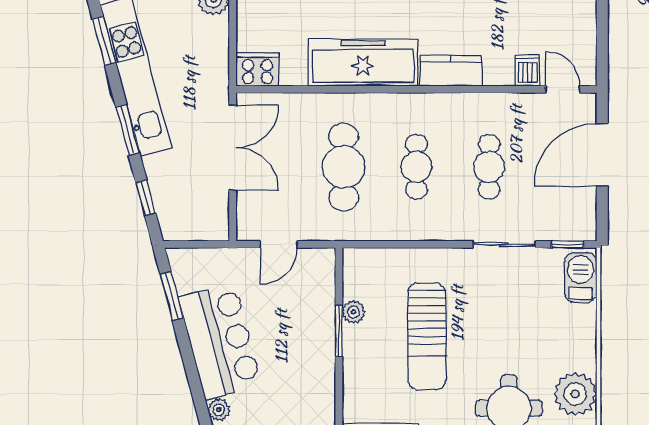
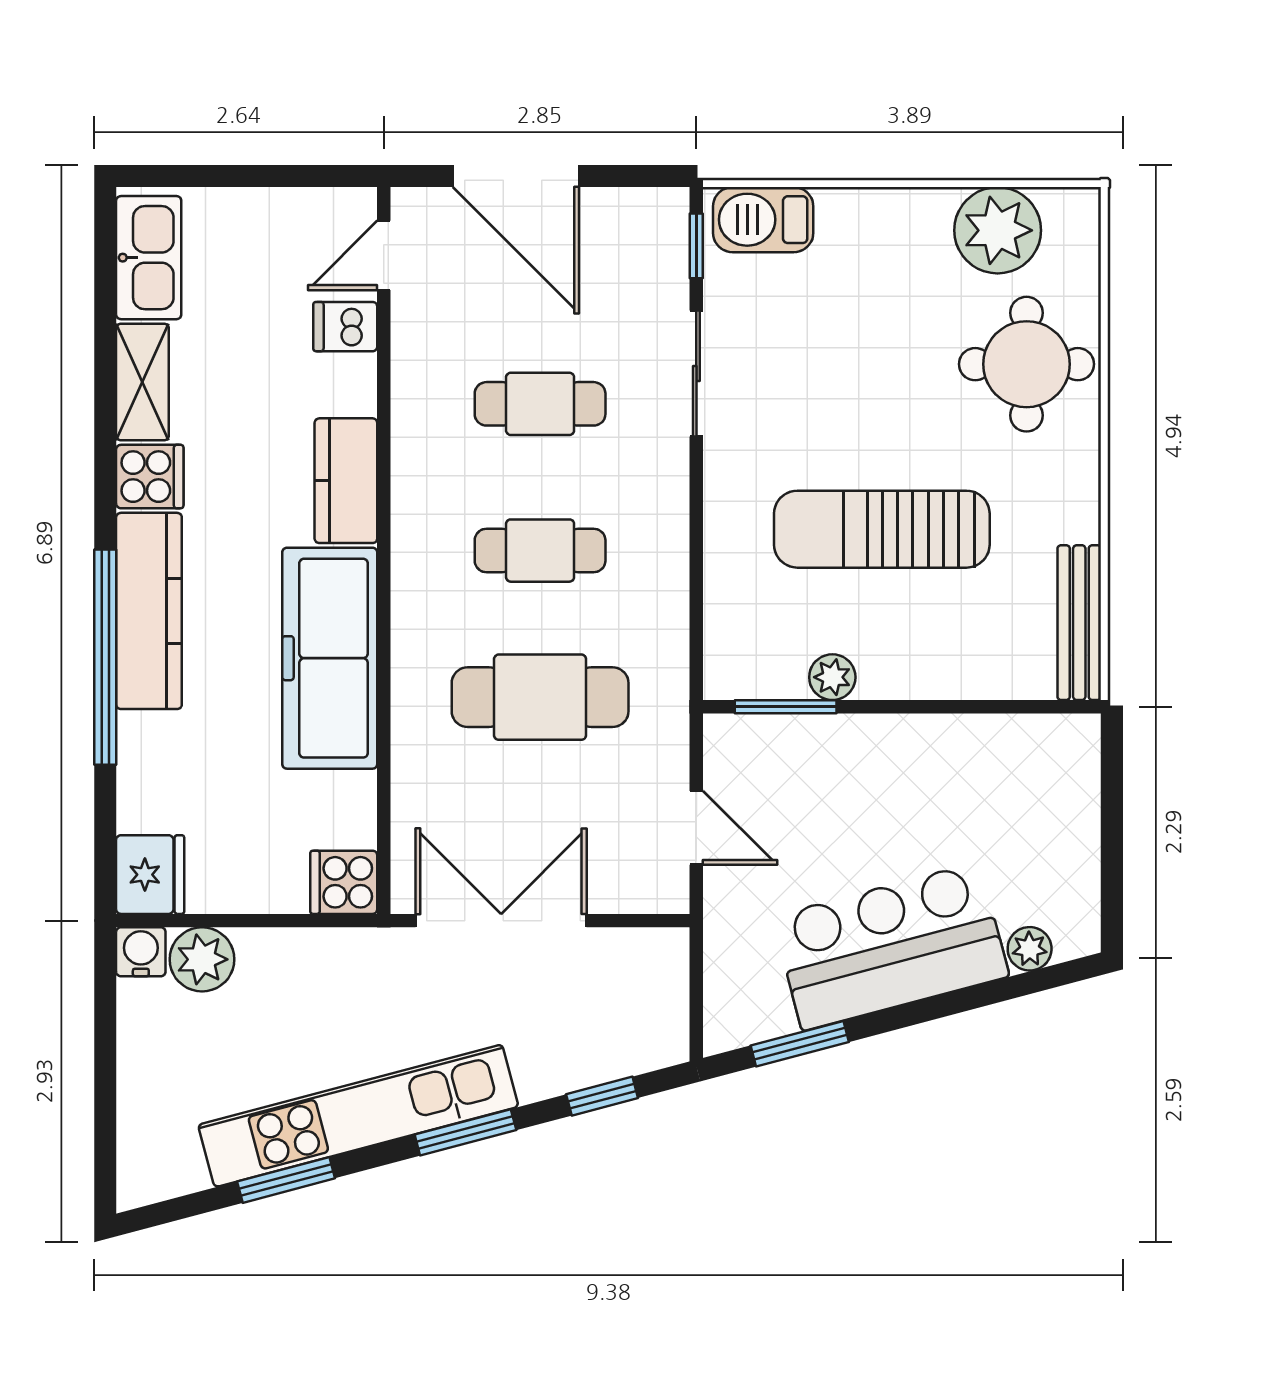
cooker: (257, 69) -> (344, 882), width x0.73
window: (339, 331) -> (786, 707), moved
sun lounger: (427, 336) -> (882, 529), turned 180

